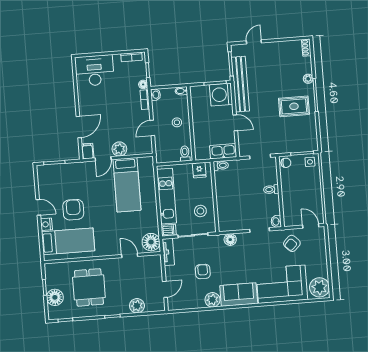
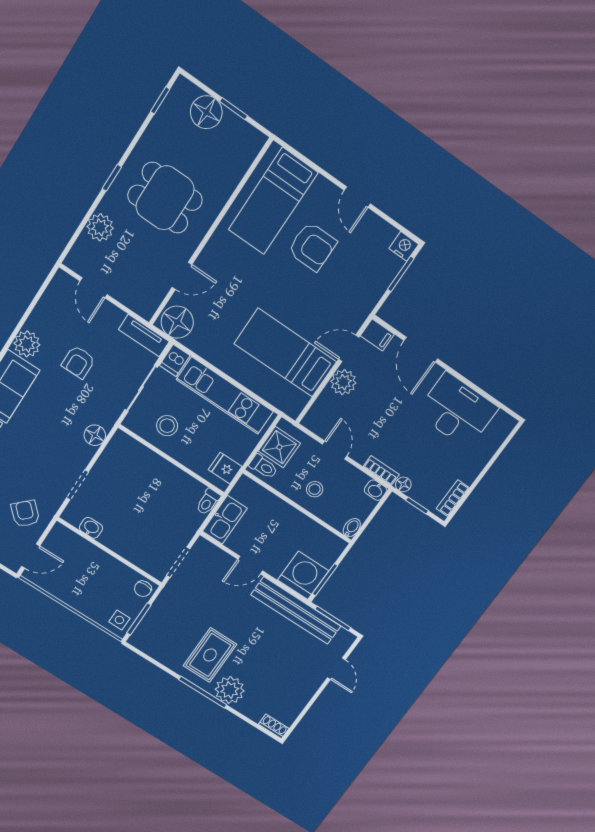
desk: (94, 71) -> (457, 411), moved, turned -90
plant: (308, 79) -> (230, 690), width x1.88, depth x1.88
shower: (170, 154) -> (279, 447), added
door: (103, 159) -> (349, 348), hinge flipped
toilet: (271, 189) -> (122, 543), removed
door: (38, 207) -> (357, 197), hinge flipped
washbasin: (276, 221) -> (91, 528), moved
nightstand: (46, 224) -> (404, 246), moved
armchair: (203, 272) -> (78, 362), turned 90
dining table: (89, 287) -> (165, 198), moved

